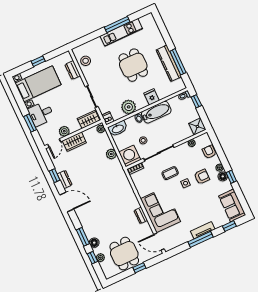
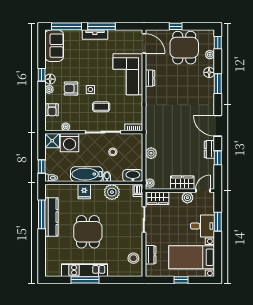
washing machine: (130, 156) -> (70, 143), moved
window: (229, 226) -> (67, 26), width x2.17
window: (93, 258) -> (218, 43), moved

